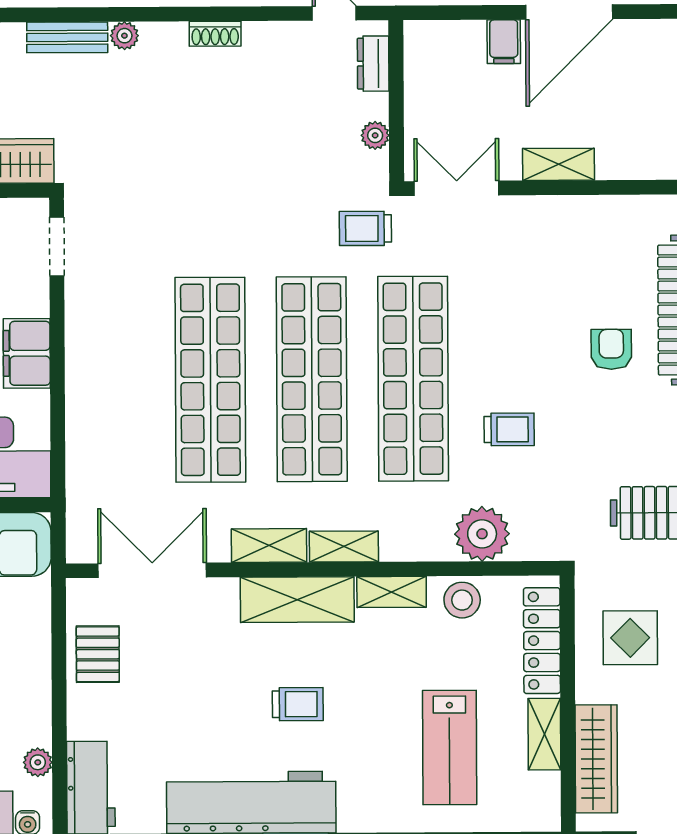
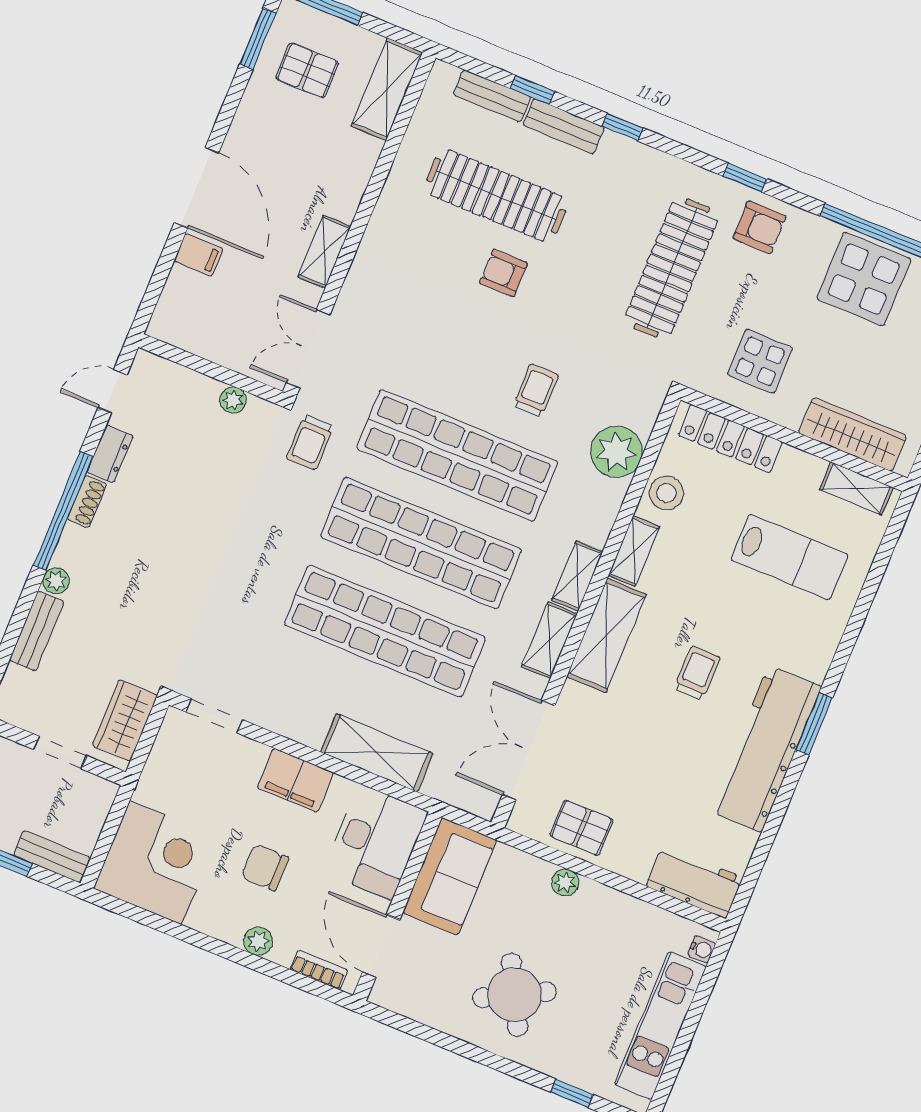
window: (196, 14) -> (63, 511), added
dresser: (373, 64) -> (110, 454), moved, turned -90
shelving: (87, 422) -> (377, 753), added
shelving: (544, 734) -> (856, 488), moved
plant: (38, 762) -> (565, 882), moved

